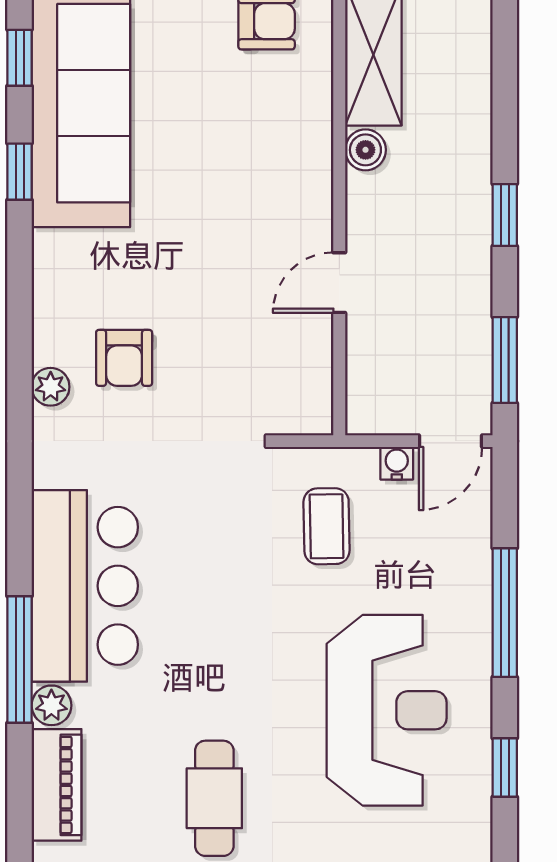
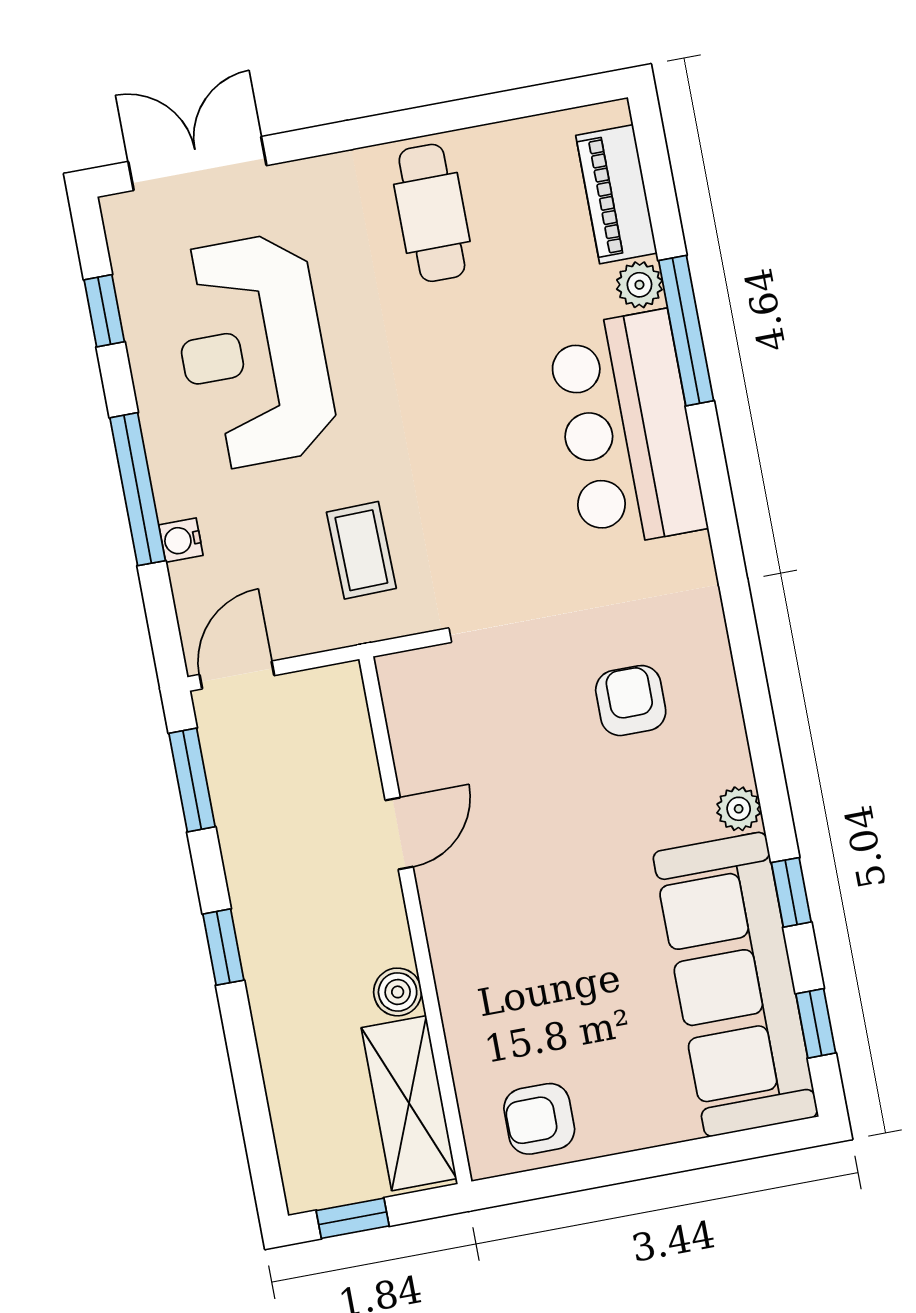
plant: (51, 387) -> (739, 809), moved
water cooler: (397, 463) -> (181, 540), moved, turned 90

